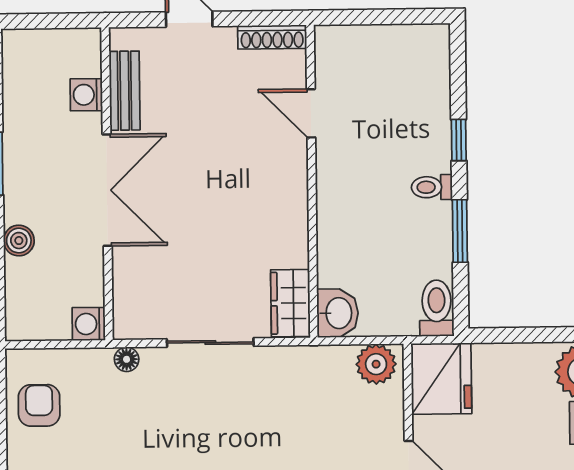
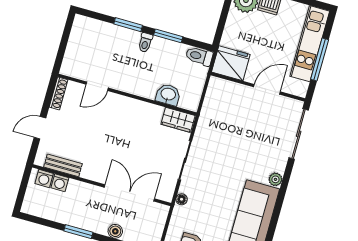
window: (459, 140) -> (128, 25), width x1.50
double door: (107, 190) -> (129, 193), moved
washbasin: (338, 313) -> (168, 95), moved
washing machine: (89, 324) -> (44, 178), moved
plant: (376, 364) -> (216, 90), removed

